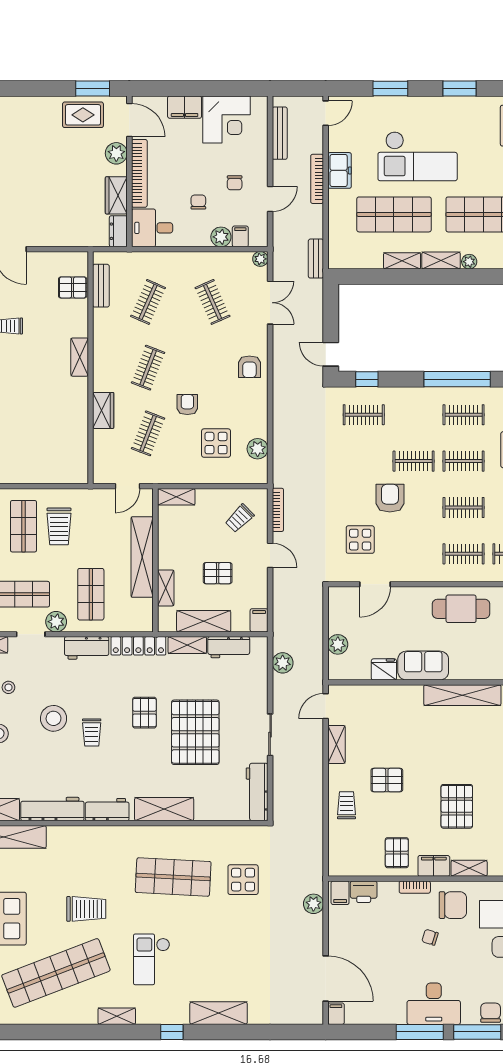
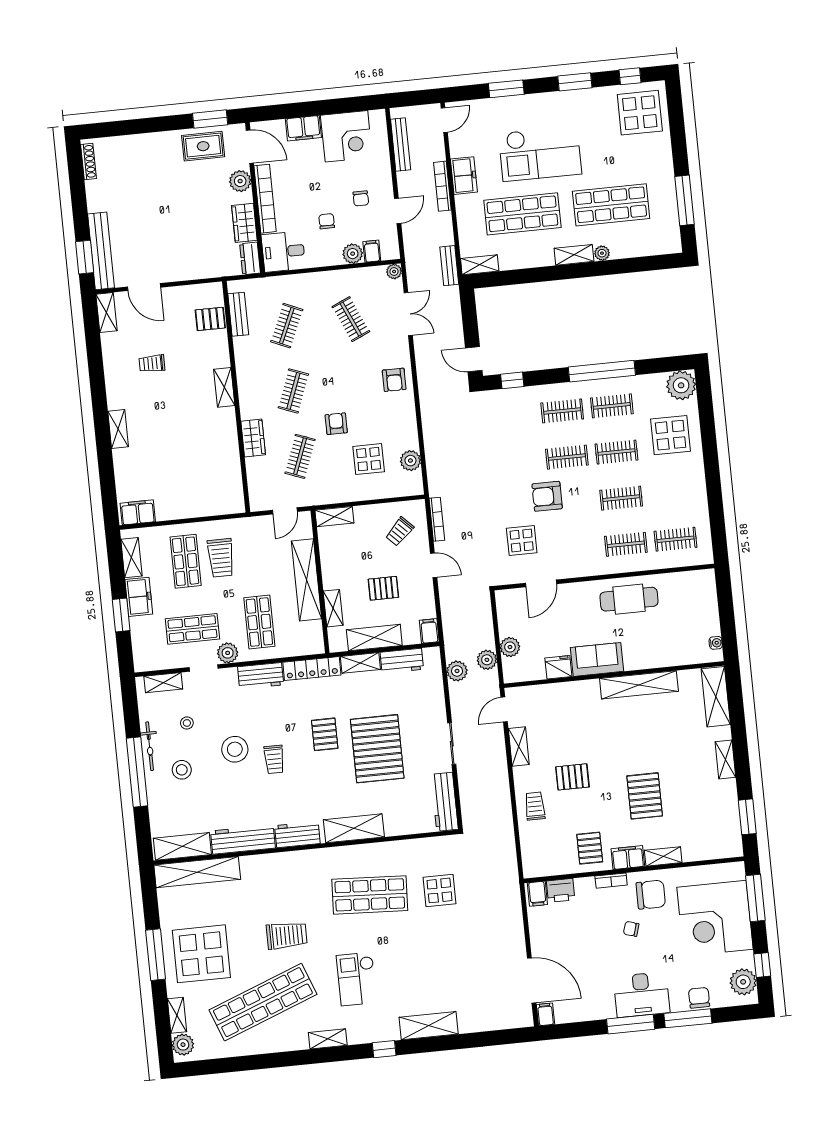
shelving: (402, 261) -> (480, 265), moved
clothes rail: (364, 415) -> (562, 411), moved
armchair: (390, 498) -> (547, 496), turned -90
plant: (313, 904) -> (487, 660), moved

